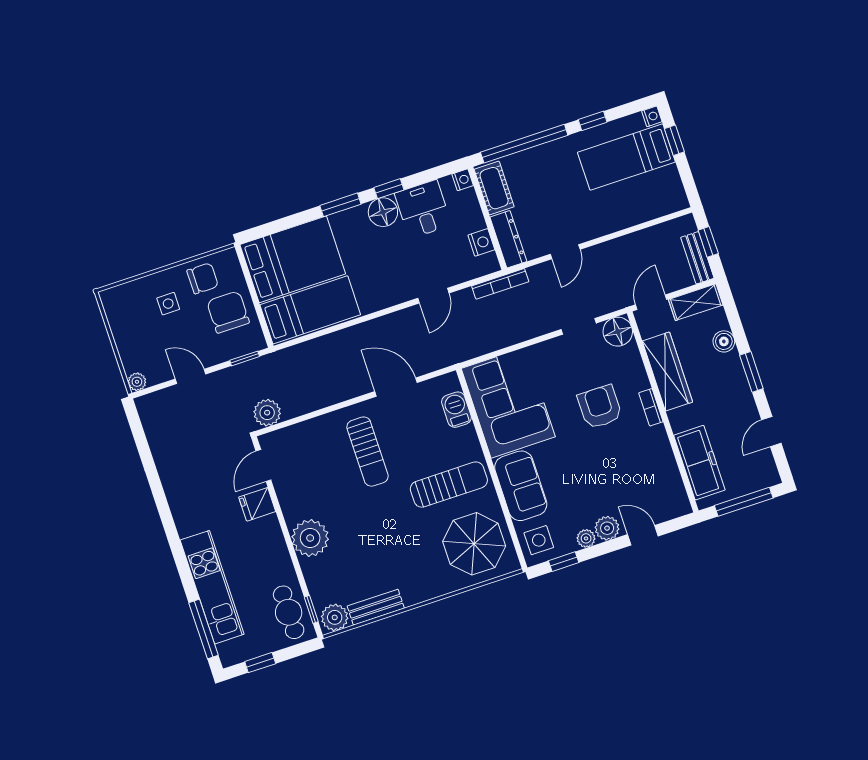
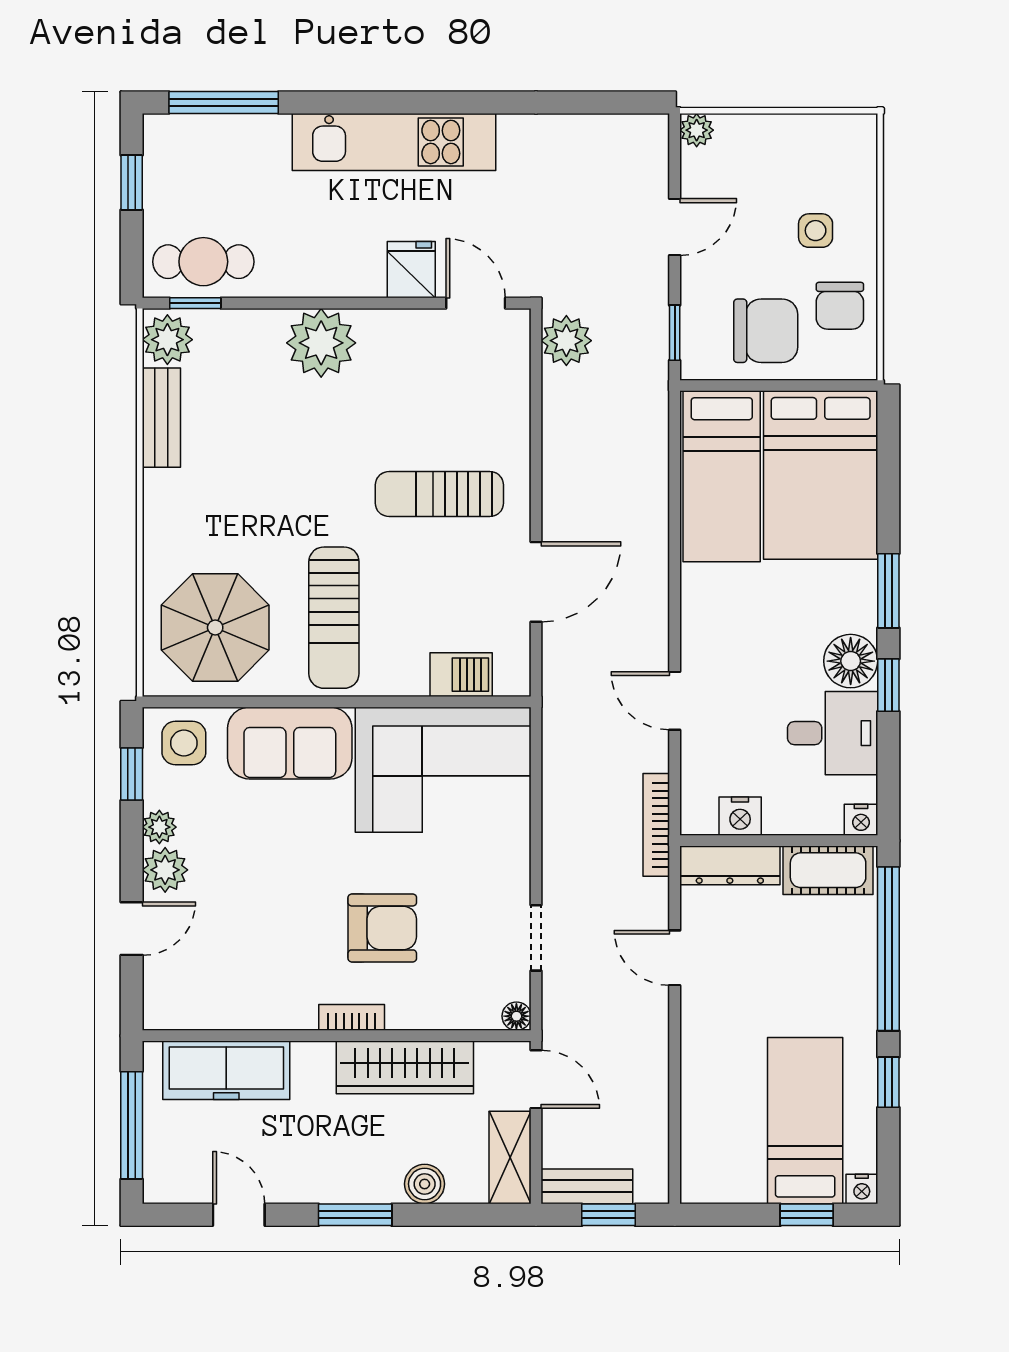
floor lamp: (618, 332) -> (516, 1016), width x0.53, depth x0.53
kitchen unit: (212, 587) -> (394, 142), moved

